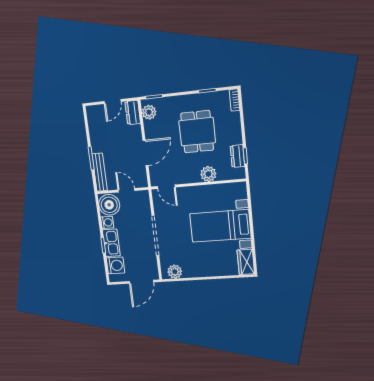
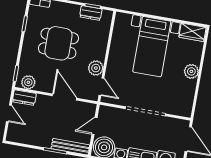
plant: (208, 174) -> (96, 68), moved
door: (166, 187) -> (101, 87), hinge flipped
plant: (175, 272) -> (191, 71), moved

